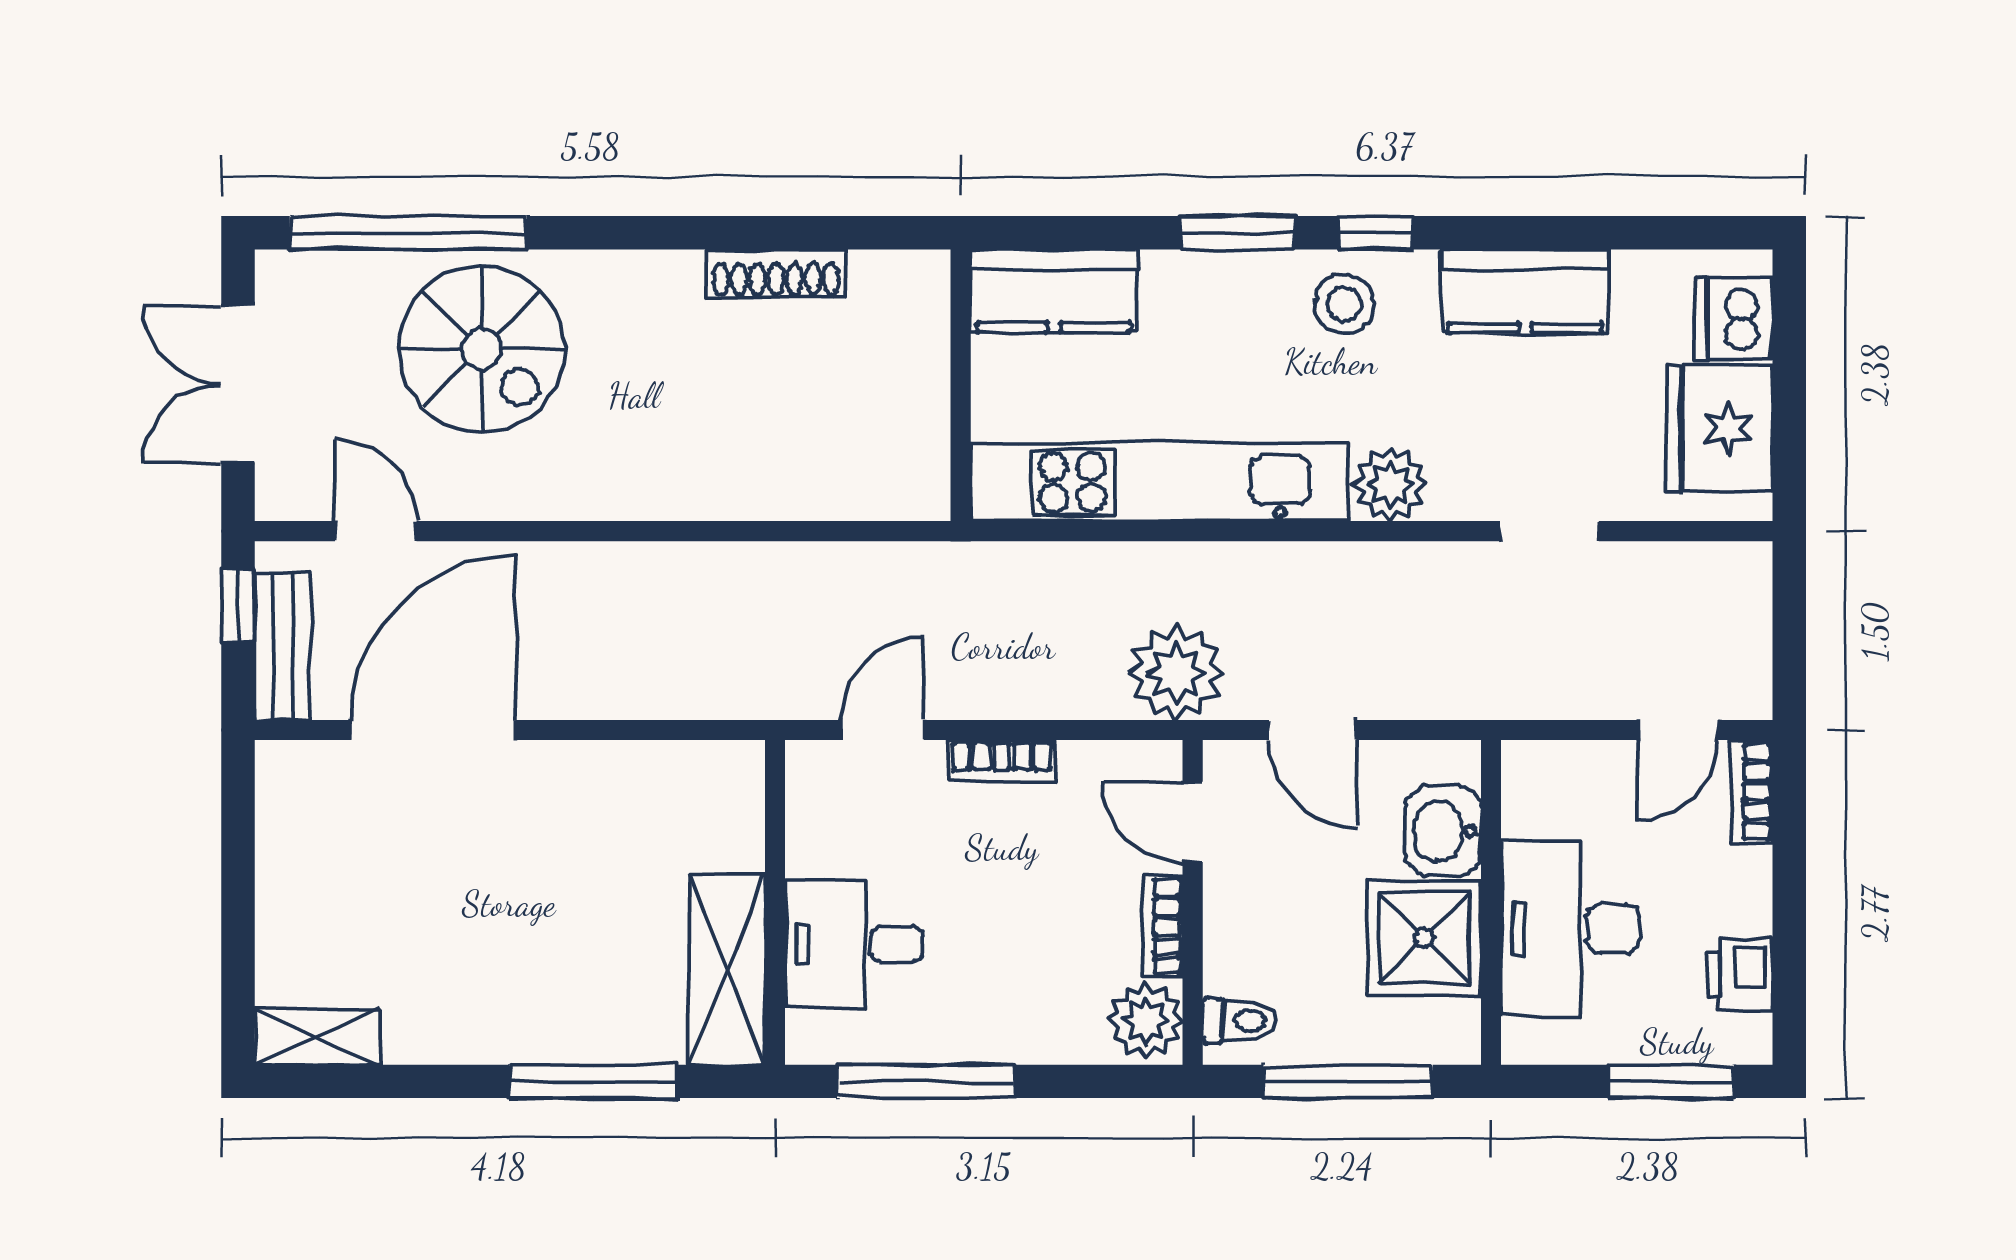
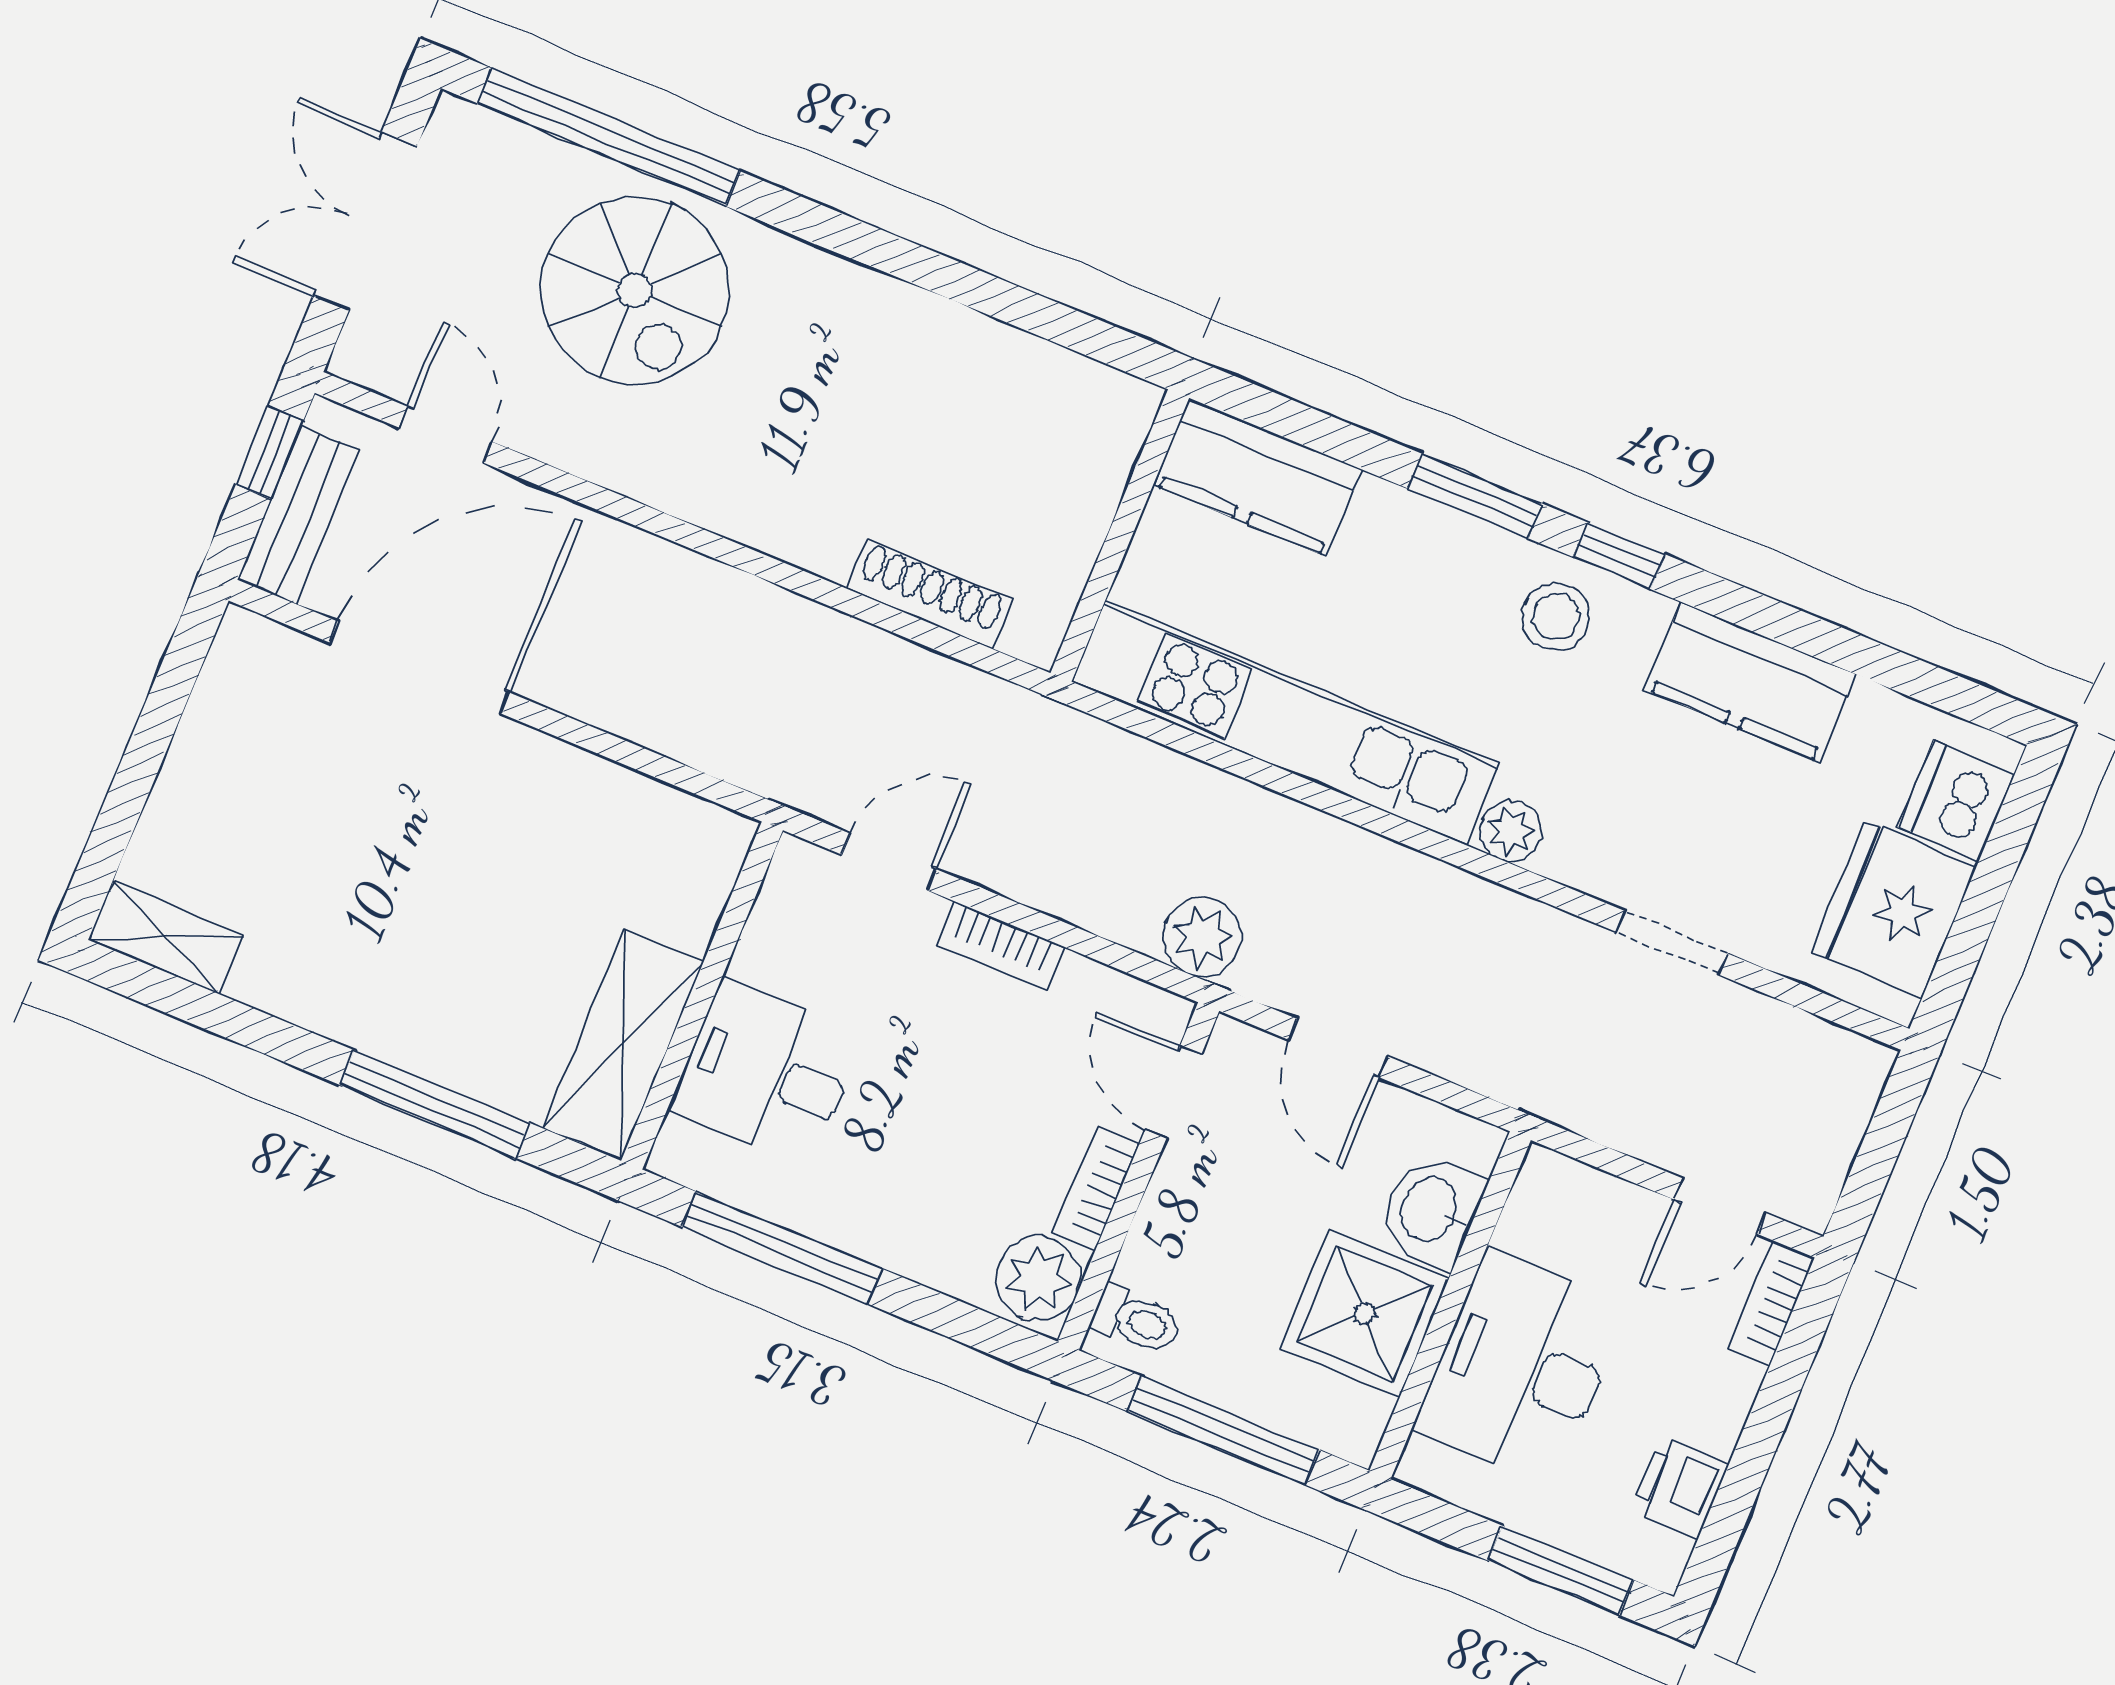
shoe rack: (776, 273) -> (929, 594), moved, turned 180
plant: (1390, 484) -> (1511, 831), width x0.73, depth x0.73
plant: (1176, 673) -> (1202, 937), width x0.73, depth x0.73

